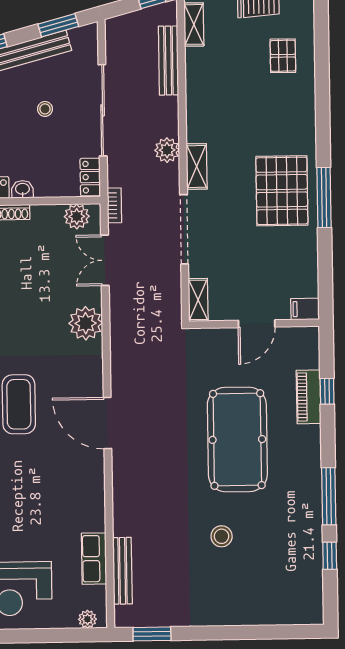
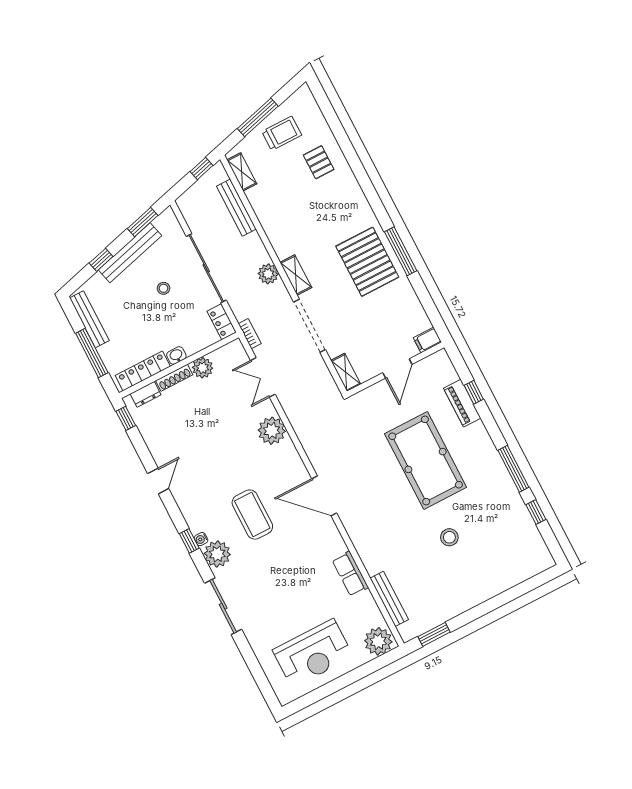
plant: (77, 216) -> (203, 368), moved
row of seats: (94, 559) -> (350, 574), moved
plant: (87, 619) -> (378, 641), width x1.87, depth x1.87

